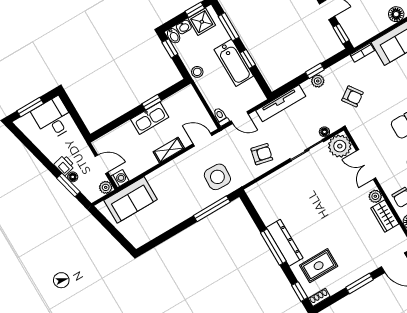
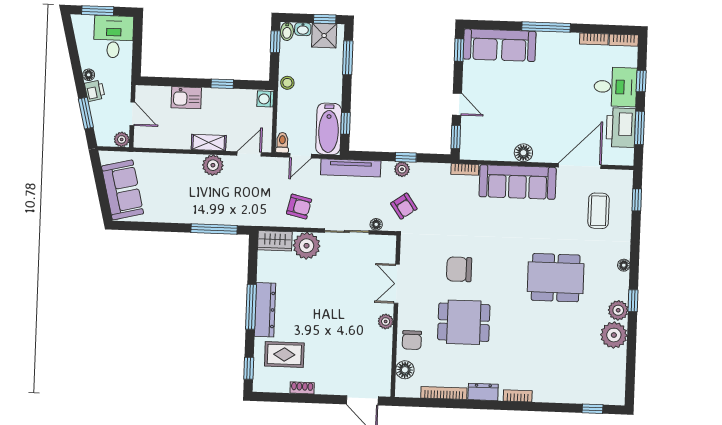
window: (248, 59) -> (345, 123), moved
bathtub: (234, 63) -> (329, 129), moved
armchair: (352, 96) -> (404, 206), moved
kitchen sink: (150, 118) -> (186, 98), moved, width x0.73
door: (240, 118) -> (300, 156), hinge flipped
door: (202, 140) -> (249, 154), hinge flipped
plant: (340, 146) -> (307, 246), moved
plant: (182, 164) -> (213, 165), added
floor lamp: (73, 177) -> (89, 75), moved
side table: (217, 177) -> (240, 201), removed
washing machine: (120, 179) -> (265, 99), moved, turned 180
sofa: (131, 200) -> (123, 190), moved, turned -104
wardrobe: (385, 216) -> (275, 241), moved, turned -90
window: (359, 284) -> (314, 399), removed
shoe rack: (319, 297) -> (302, 388), moved

